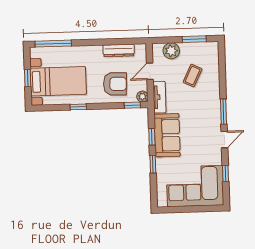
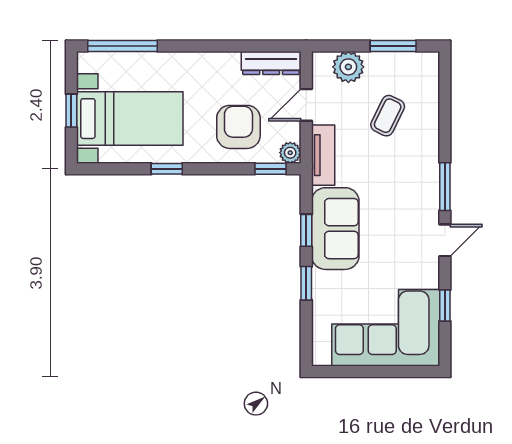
dresser: (119, 50) -> (271, 63), moved
armchair: (115, 84) -> (238, 127), turned -92

